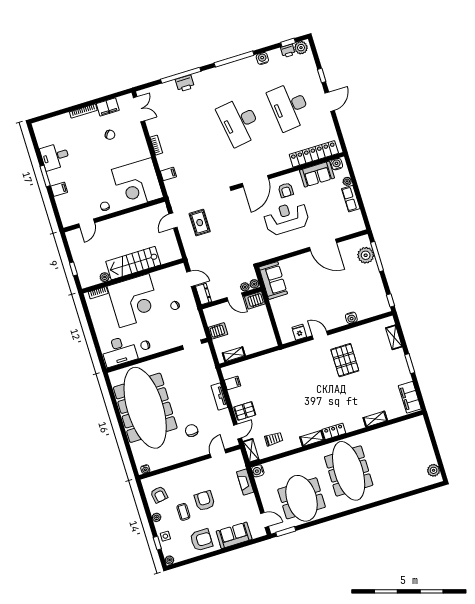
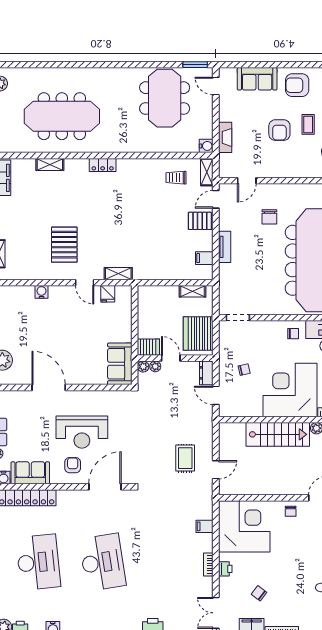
printer: (142, 146) -> (225, 569), added
server rack: (218, 331) -> (198, 334), width x2.18, depth x1.44
shelving: (312, 438) -> (118, 274), moved
meeting table: (349, 471) -> (62, 116), moved, turned 90

